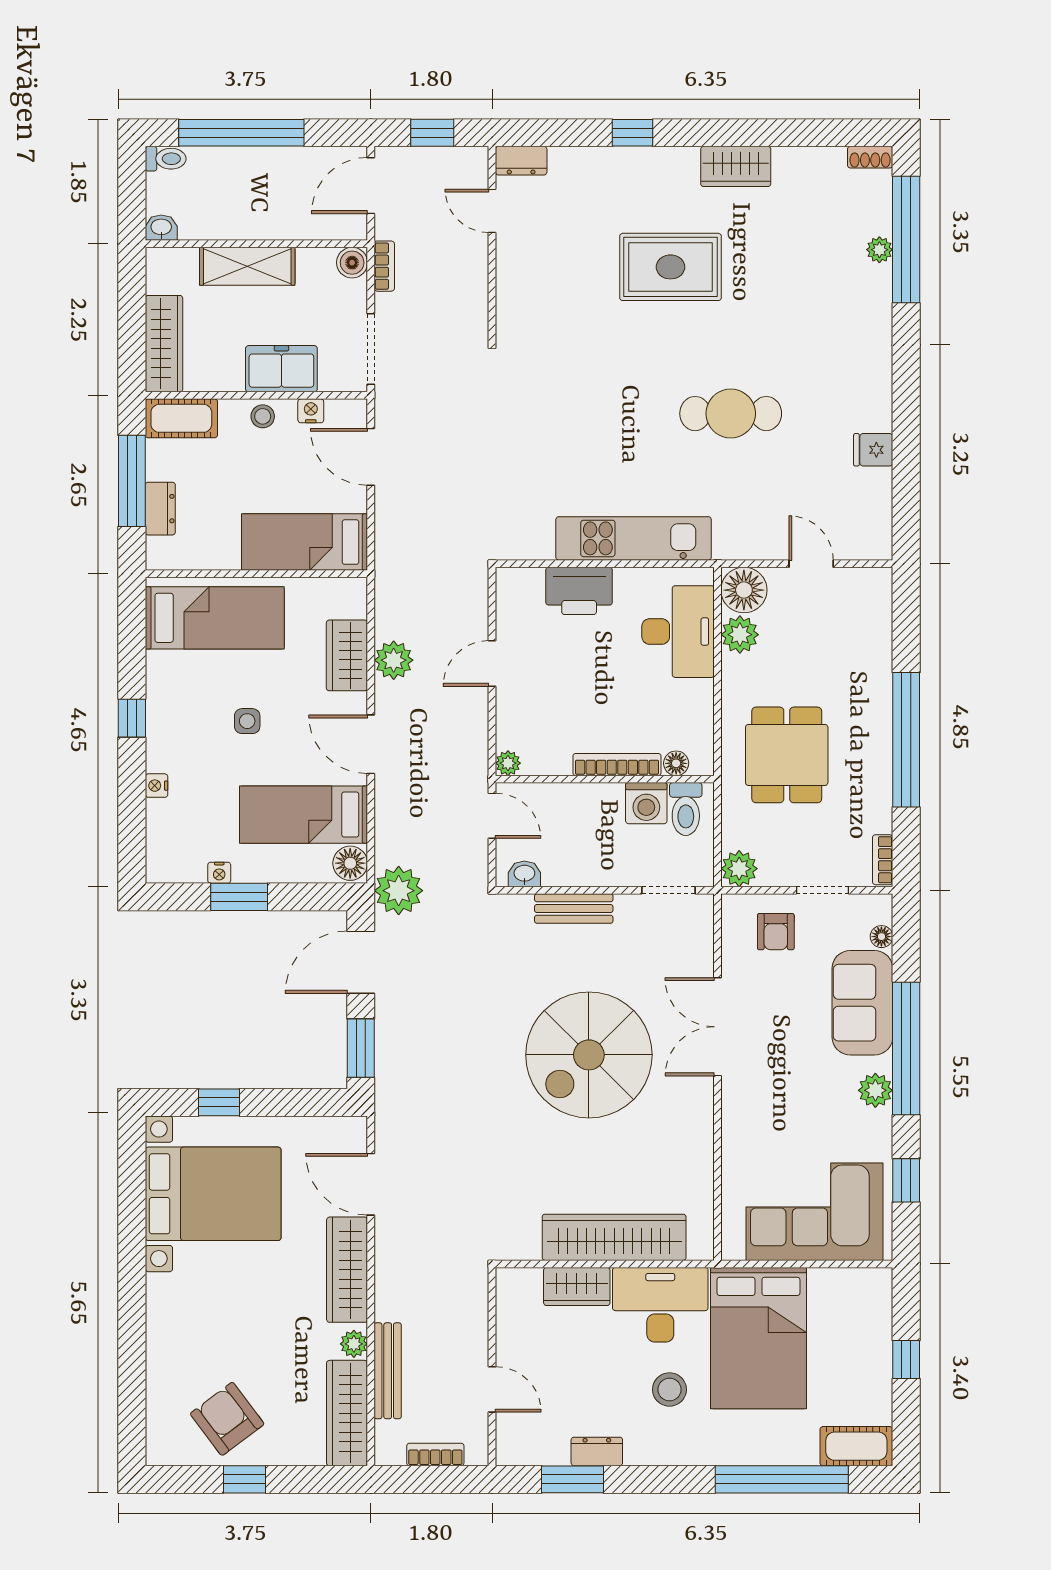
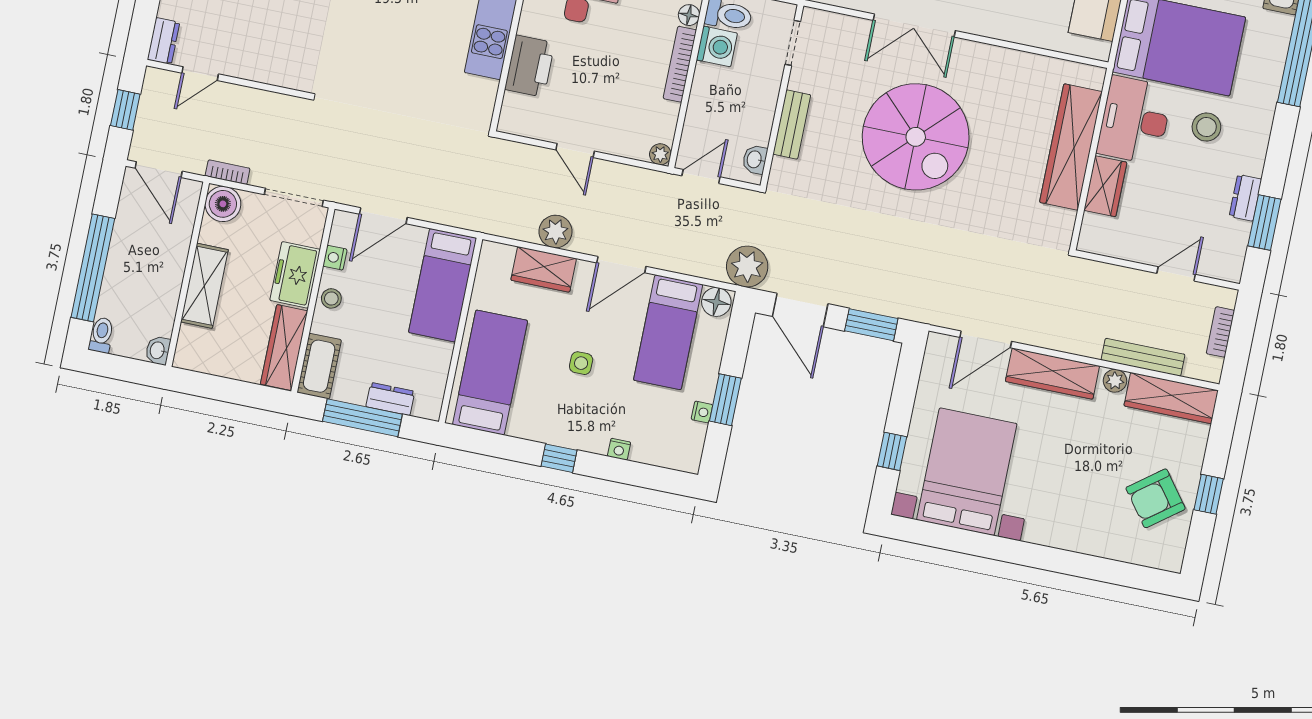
boiler: (352, 263) -> (223, 204), width x1.36, depth x1.36
wardrobe: (164, 344) -> (284, 347), moved, turned -90

